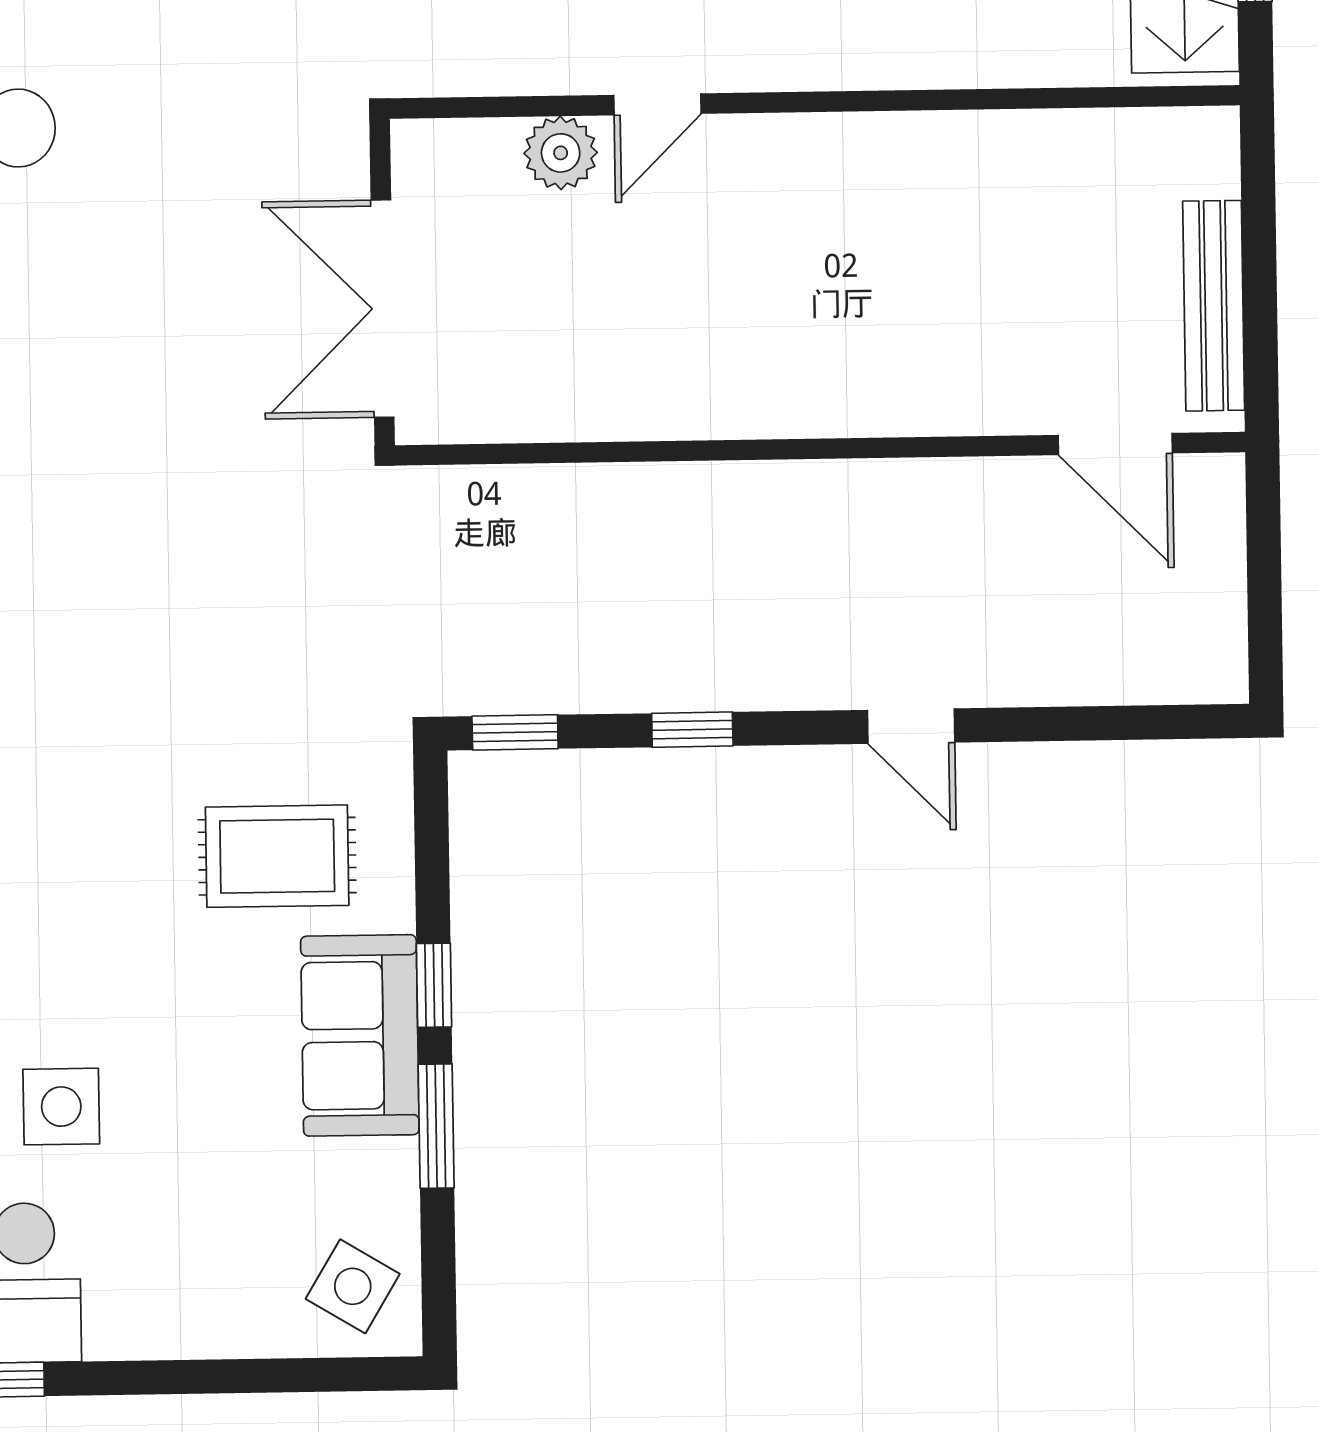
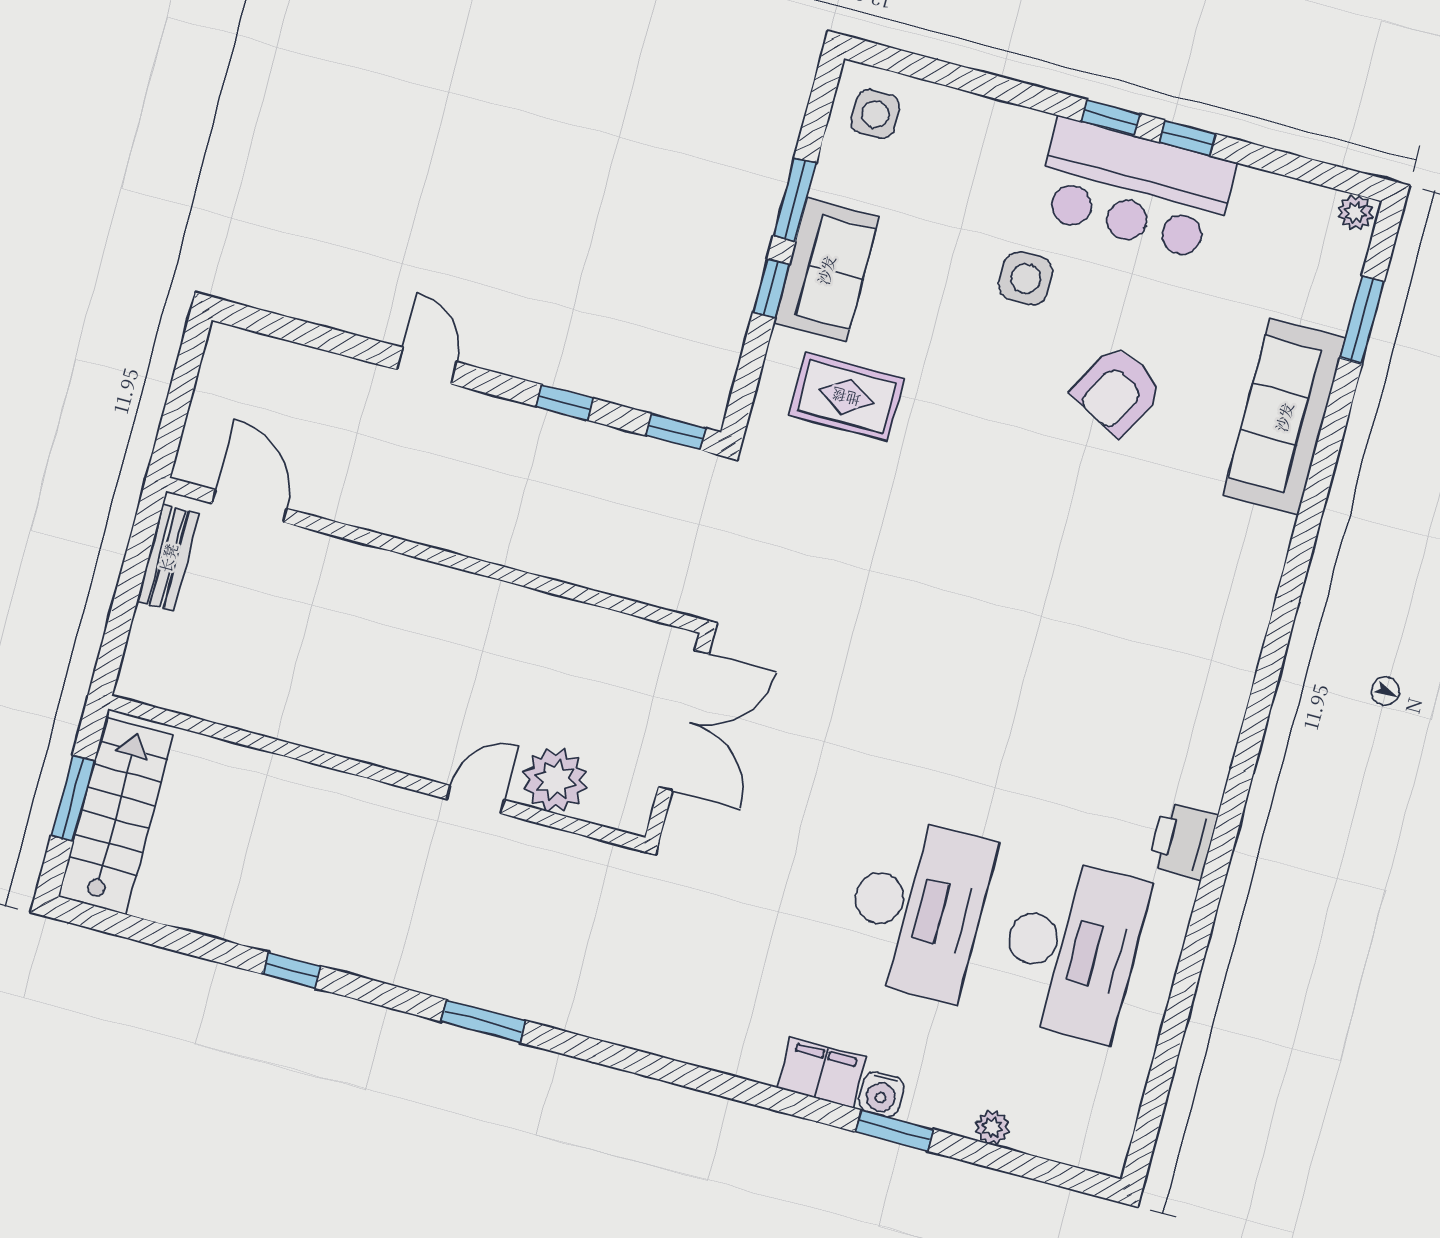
plant: (561, 153) -> (555, 780), width x1.36, depth x1.36
bench: (1214, 306) -> (168, 558), width x0.73
side table: (353, 1286) -> (875, 114), turned -31

